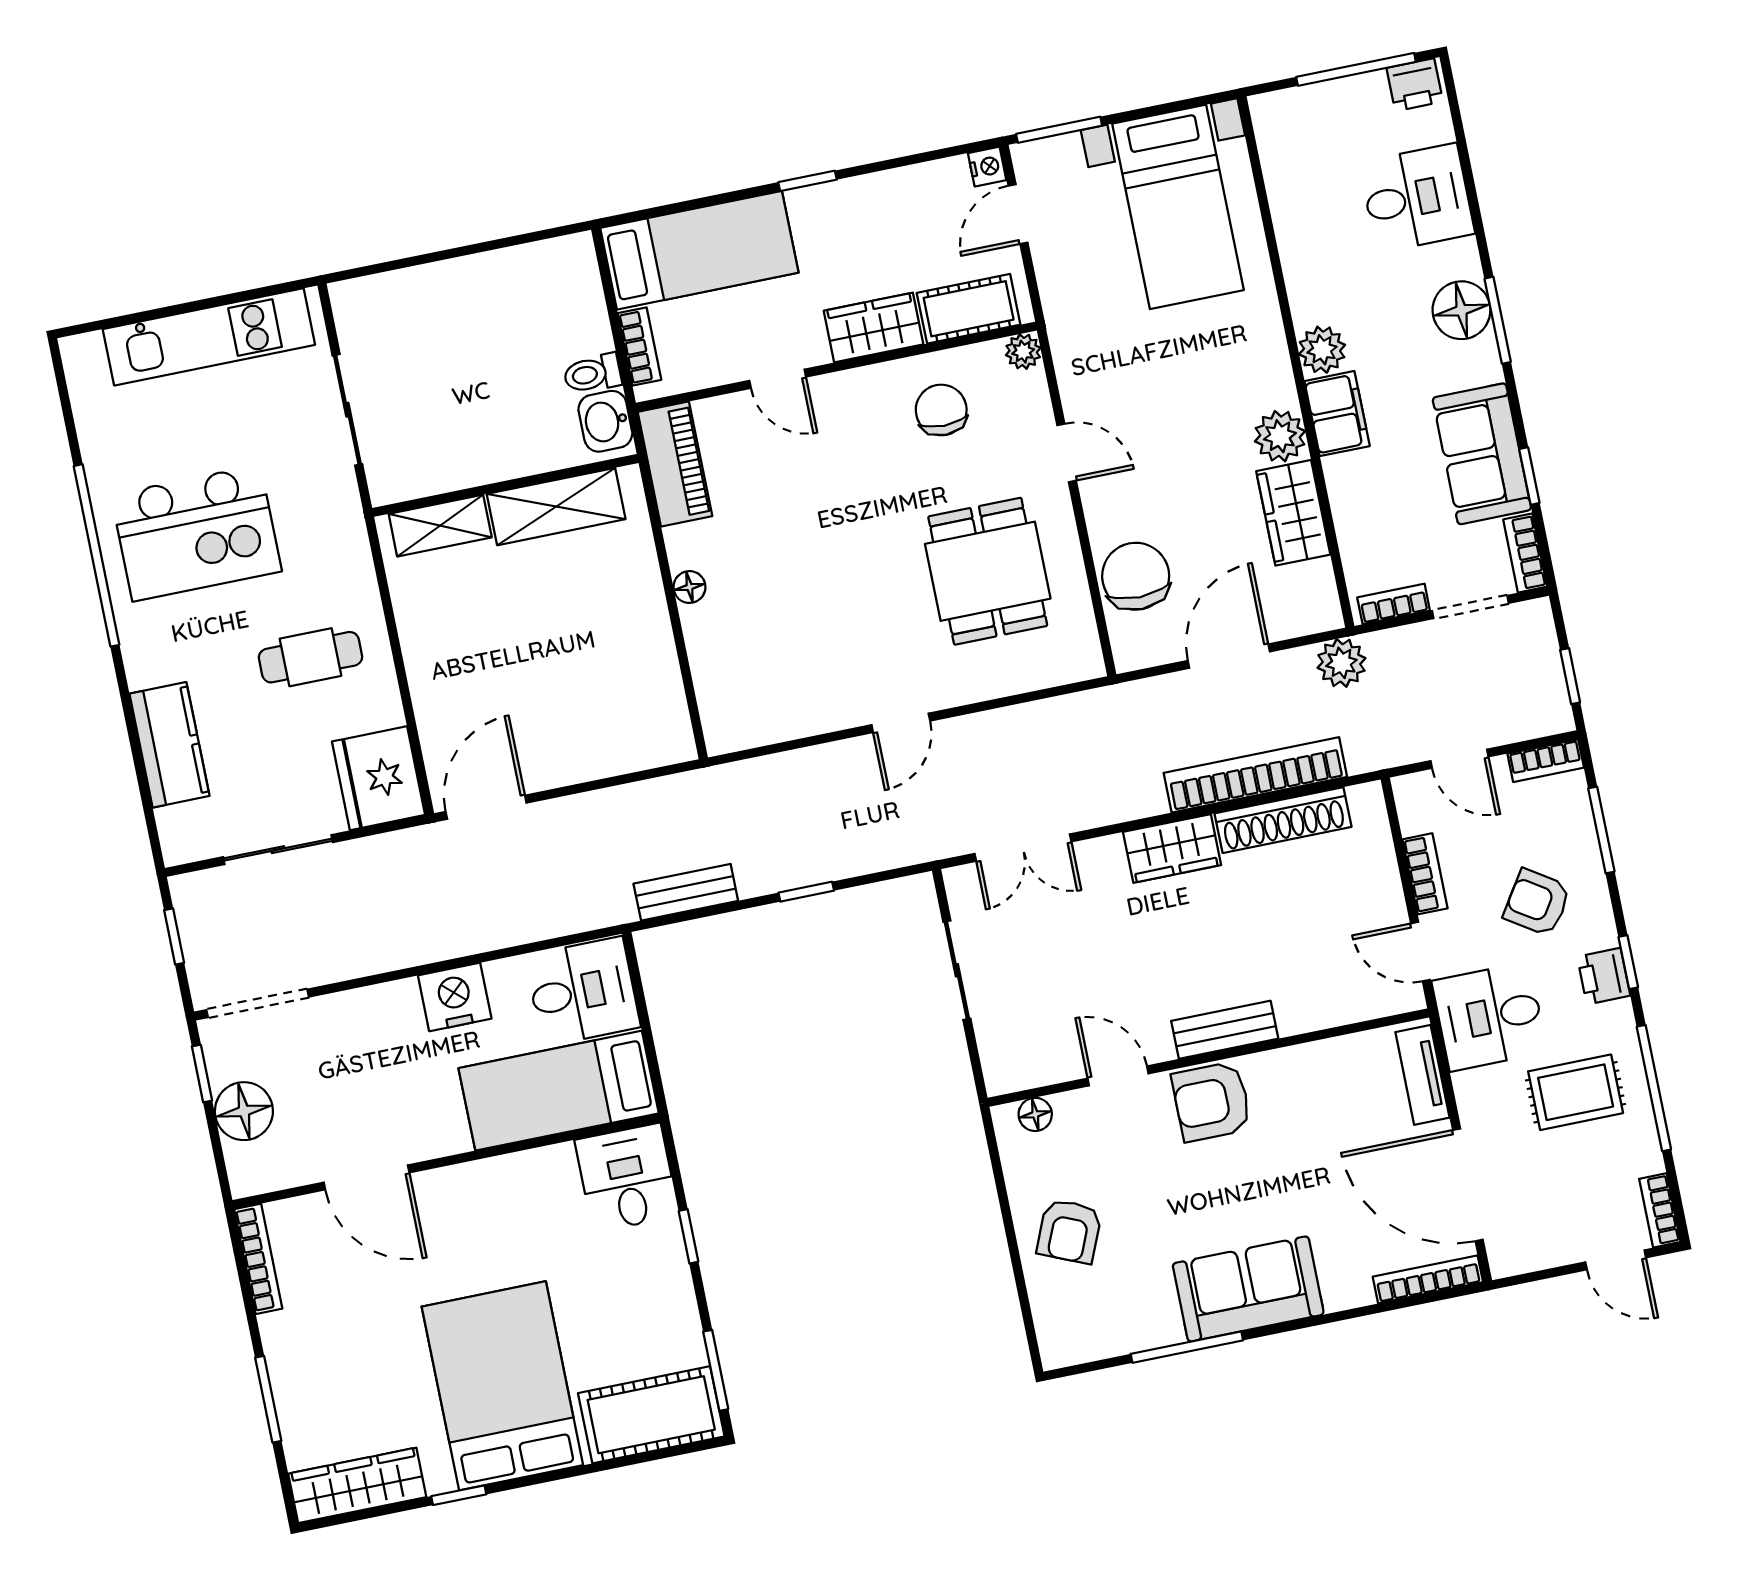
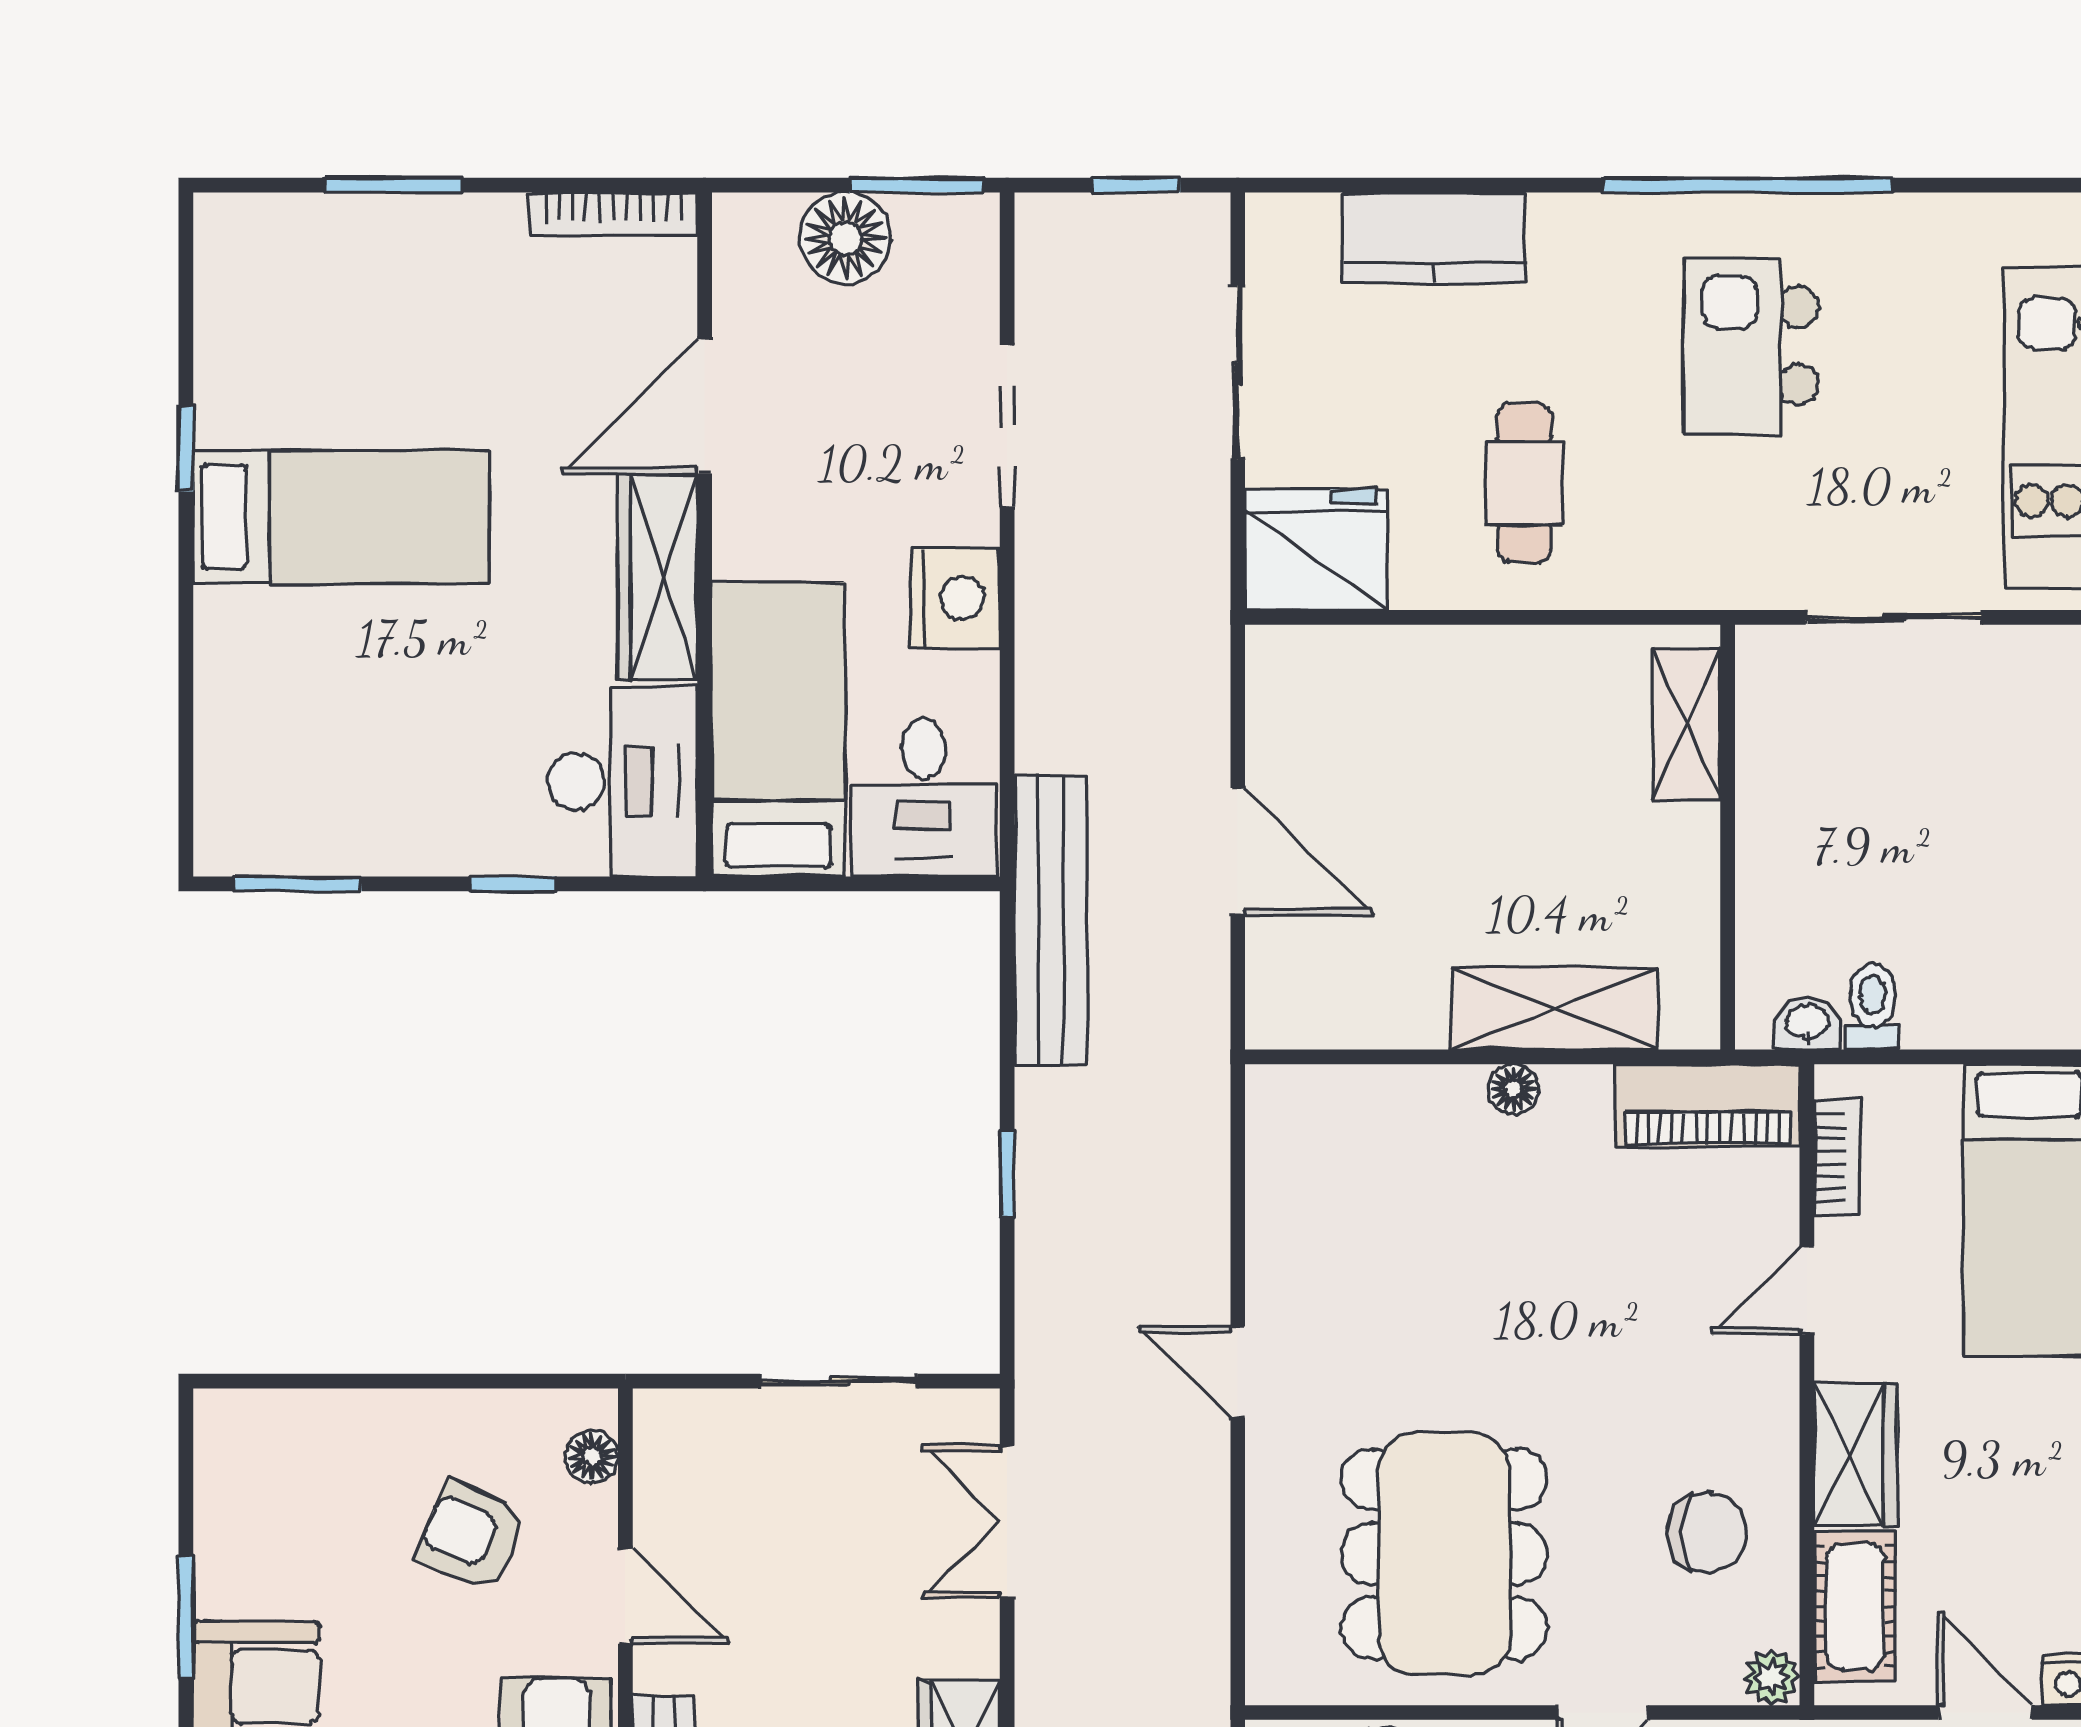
bookcase: (639, 347) -> (1837, 1158), moved, turned -90
washbasin: (605, 421) -> (1808, 1023), width x0.72, depth x0.69
shelving: (556, 507) -> (1554, 1008), moved, turned 90
kitchen island: (196, 533) -> (1751, 346), width x0.73, depth x0.78
dining table: (988, 571) -> (1444, 1554), width x1.38
door: (486, 807) -> (1238, 852), moved
bench: (686, 892) -> (1050, 920), width x1.86, depth x1.21
doorway: (258, 1003) -> (1007, 426), moved
window: (202, 1074) -> (916, 185), width x1.50
door: (1118, 1076) -> (625, 1596), hinge flipped
desk: (627, 1178) -> (622, 781), width x1.37
armchair: (1069, 1231) -> (472, 1536), moved
window: (1187, 1347) -> (186, 1617), width x0.69
bed: (502, 1386) -> (341, 517), width x0.67
cot: (651, 1415) -> (249, 771), removed
wardrobe: (357, 1485) -> (658, 577), moved, turned 180

